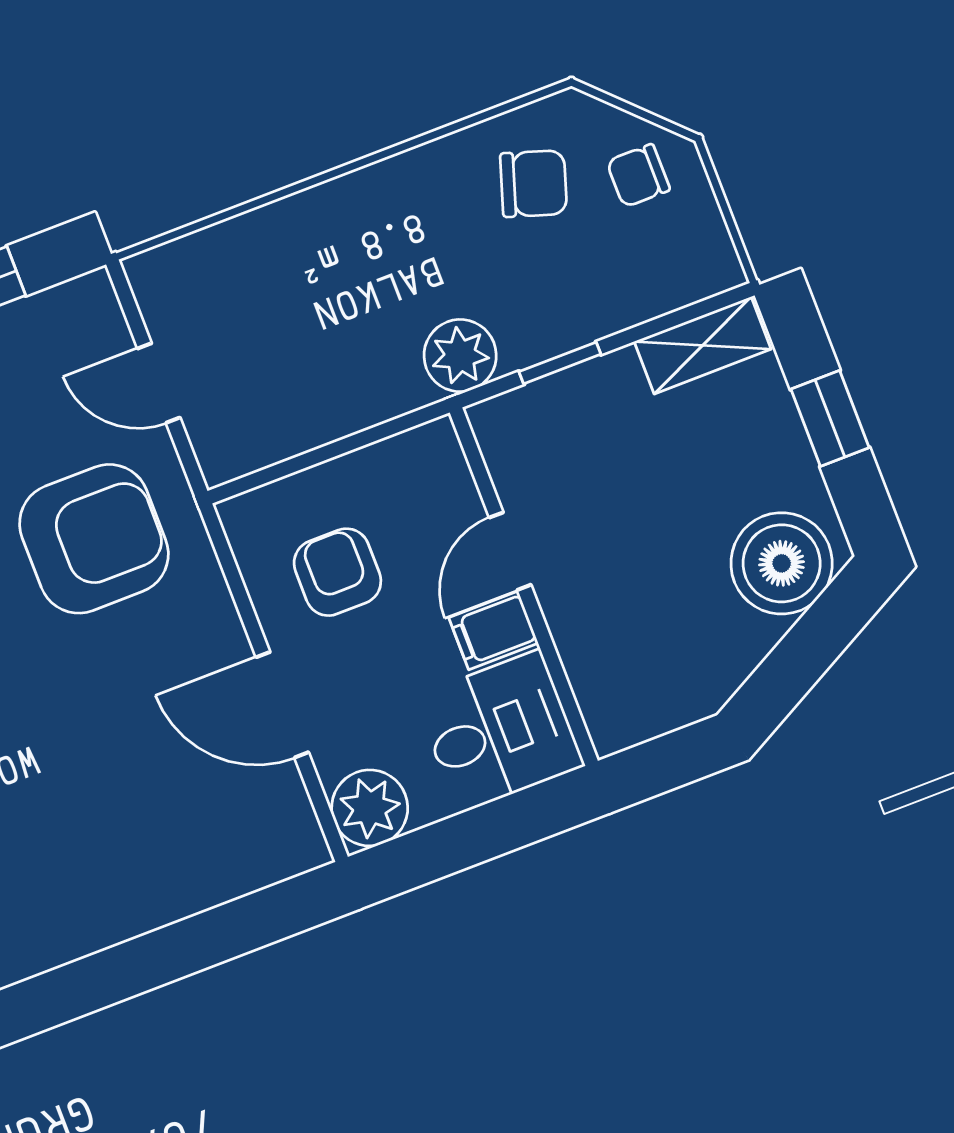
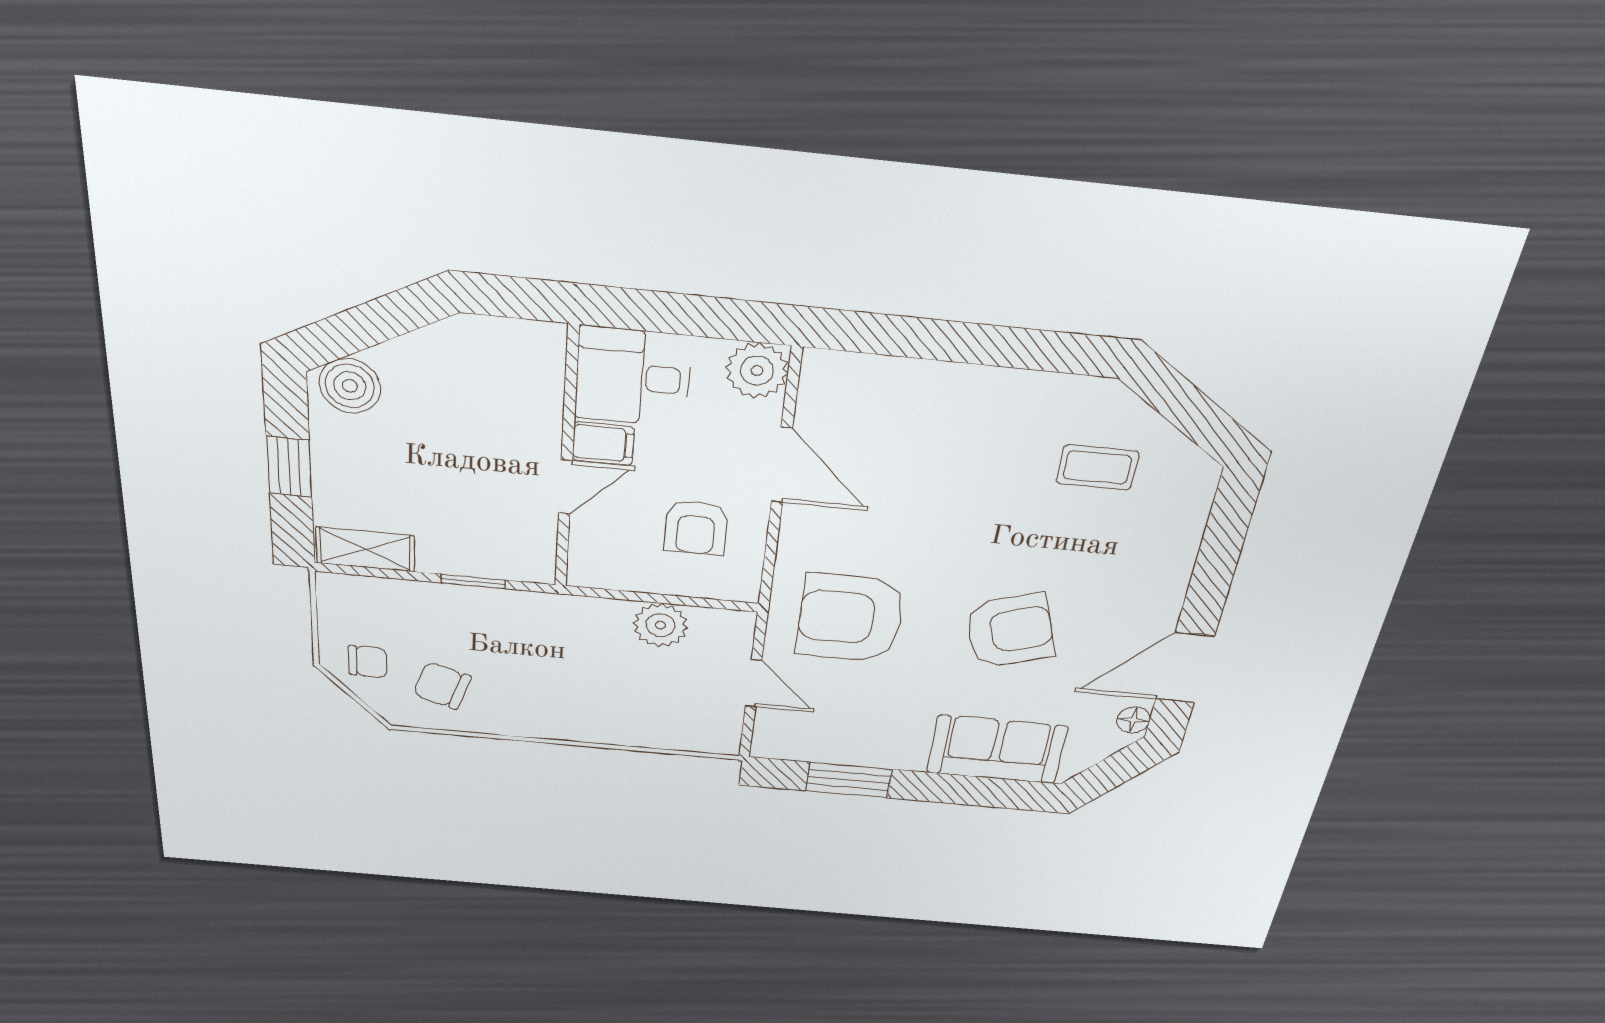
plant: (460, 356) -> (660, 625), moved
boiler: (782, 563) -> (350, 386), width x0.73, depth x0.73

